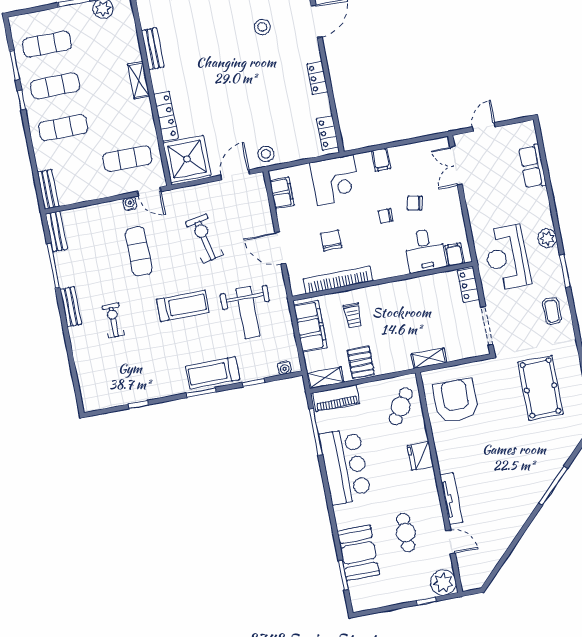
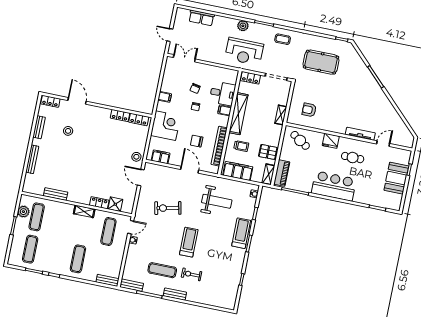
locker: (317, 78) -> (120, 115), moved
shelving: (139, 80) -> (84, 211), moved
exercise mat: (55, 86) -> (37, 217), moved
locker: (166, 116) -> (99, 203), width x0.66
shower: (187, 159) -> (115, 204), width x0.54, depth x0.54
double door: (456, 166) -> (184, 58), swing flipped
door: (280, 248) -> (190, 170), swing flipped
exercise mat: (139, 251) -> (162, 270), moved
filing cabinet: (454, 254) -> (225, 110), moved
shelving: (403, 289) -> (238, 114), added
treadmill: (183, 306) -> (189, 242), moved
treadmill: (213, 373) -> (241, 233), turned 180
armchair: (456, 401) -> (309, 110), width x0.53, depth x0.53
bar counter: (345, 466) -> (334, 186), moved
cafe table: (406, 533) -> (353, 158), moved
booth: (358, 553) -> (396, 178), moved, turned 90
plant: (443, 583) -> (403, 156), removed

